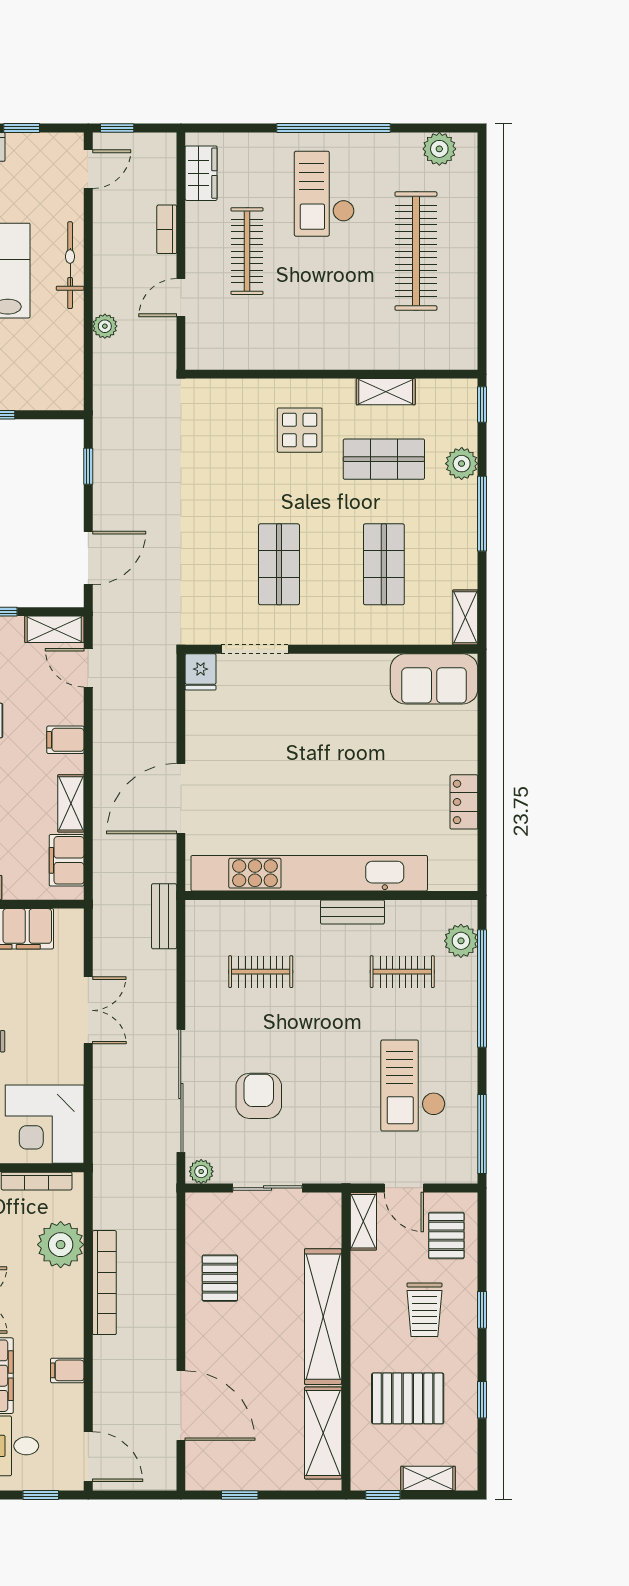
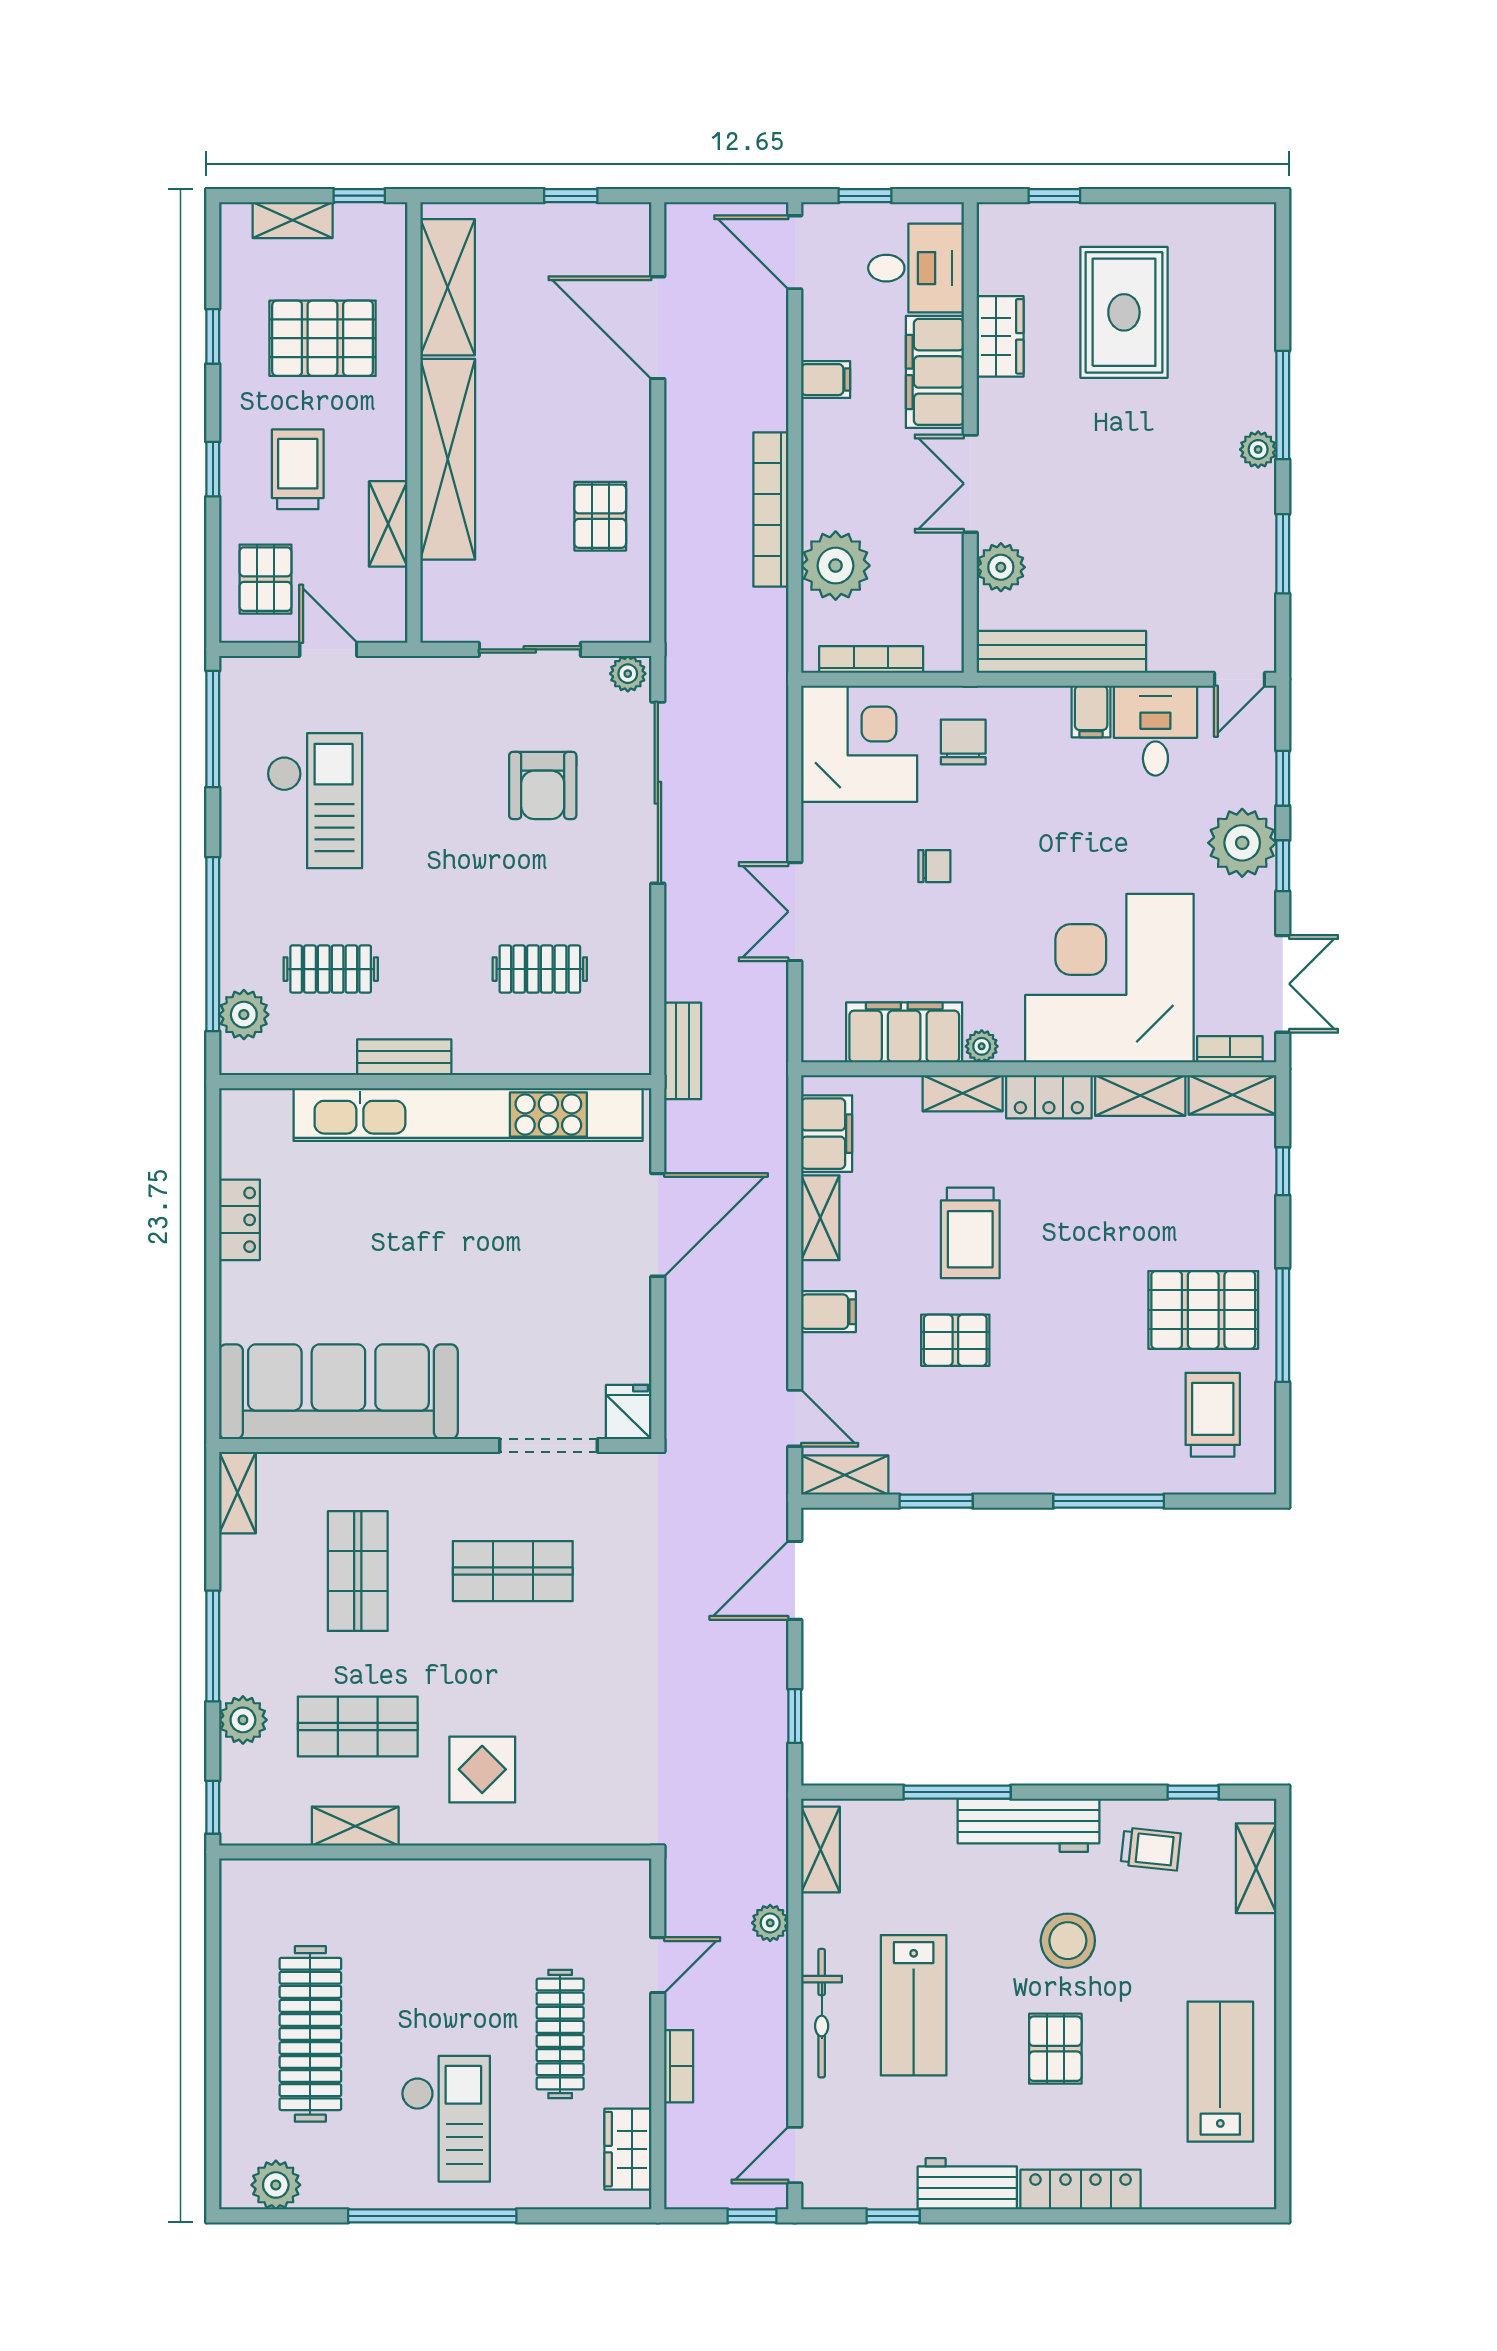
shelving: (71, 376) -> (821, 1849), added
shop shelf: (279, 564) -> (513, 1571), turned 90
sofa: (434, 679) -> (338, 1392), width x1.85, depth x1.27
shelving: (363, 1221) -> (388, 524), moved

